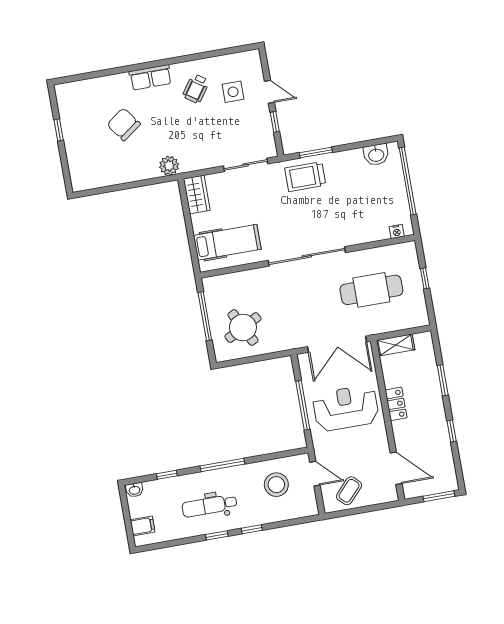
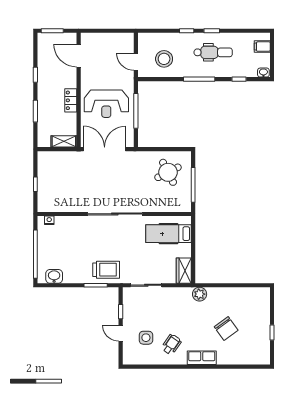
cafe table: (371, 290) -> (74, 183), removed
coffee table: (349, 491) -> (114, 46), removed

